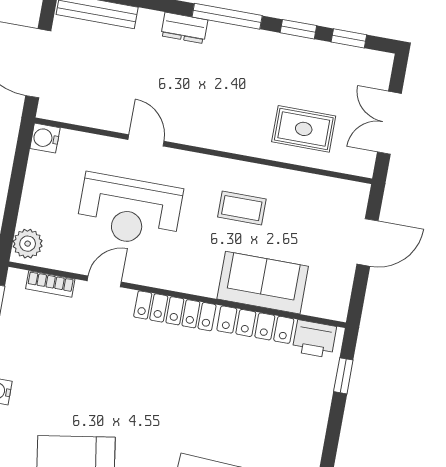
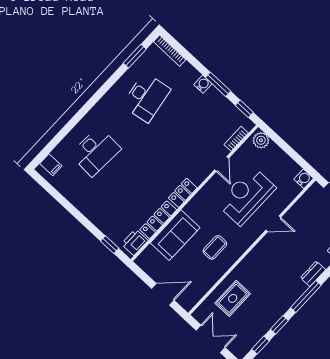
door: (368, 242) -> (163, 294), swing flipped
locker: (175, 311) -> (183, 193), width x0.66

